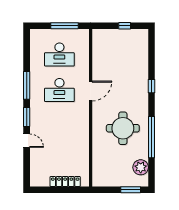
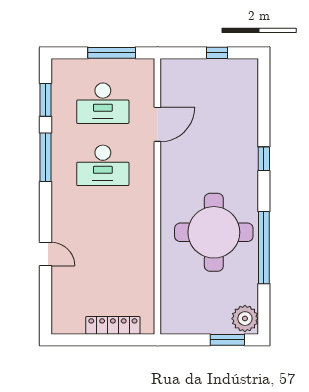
door: (91, 91) -> (157, 124), moved
window: (27, 117) -> (45, 100), moved
round table: (123, 128) -> (214, 232), width x1.36, depth x1.36
plant: (141, 167) -> (245, 319), moved

